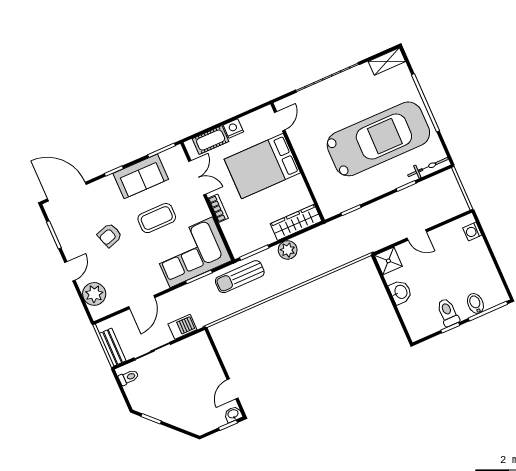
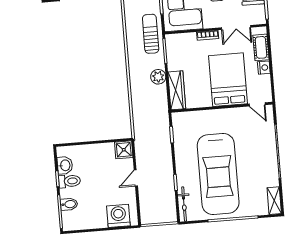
washing machine: (472, 231) -> (118, 216), width x1.89, depth x1.89
washbasin: (400, 292) -> (65, 165), moved, turned -90

